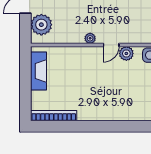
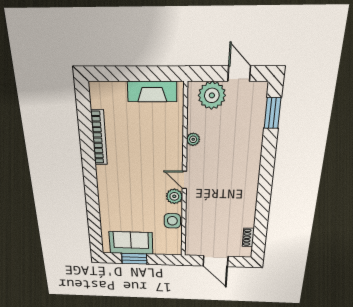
plant: (90, 38) -> (193, 139), moved
bookcase: (54, 116) -> (99, 138), moved

